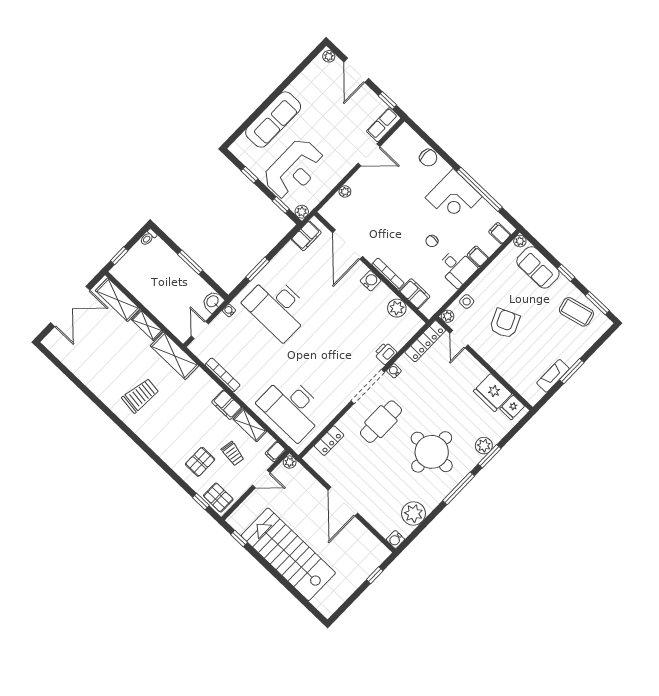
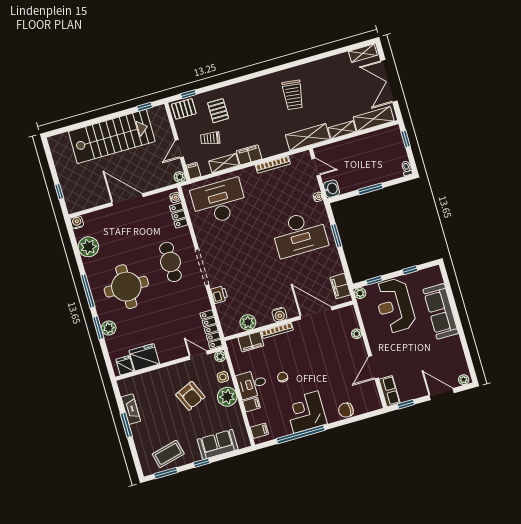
plant: (520, 241) -> (227, 397), moved, width x1.88, depth x1.88
desk: (277, 307) -> (300, 234), turned 180
shelving: (57, 349) -> (363, 53), added
water cooler: (394, 371) -> (175, 197), moved

